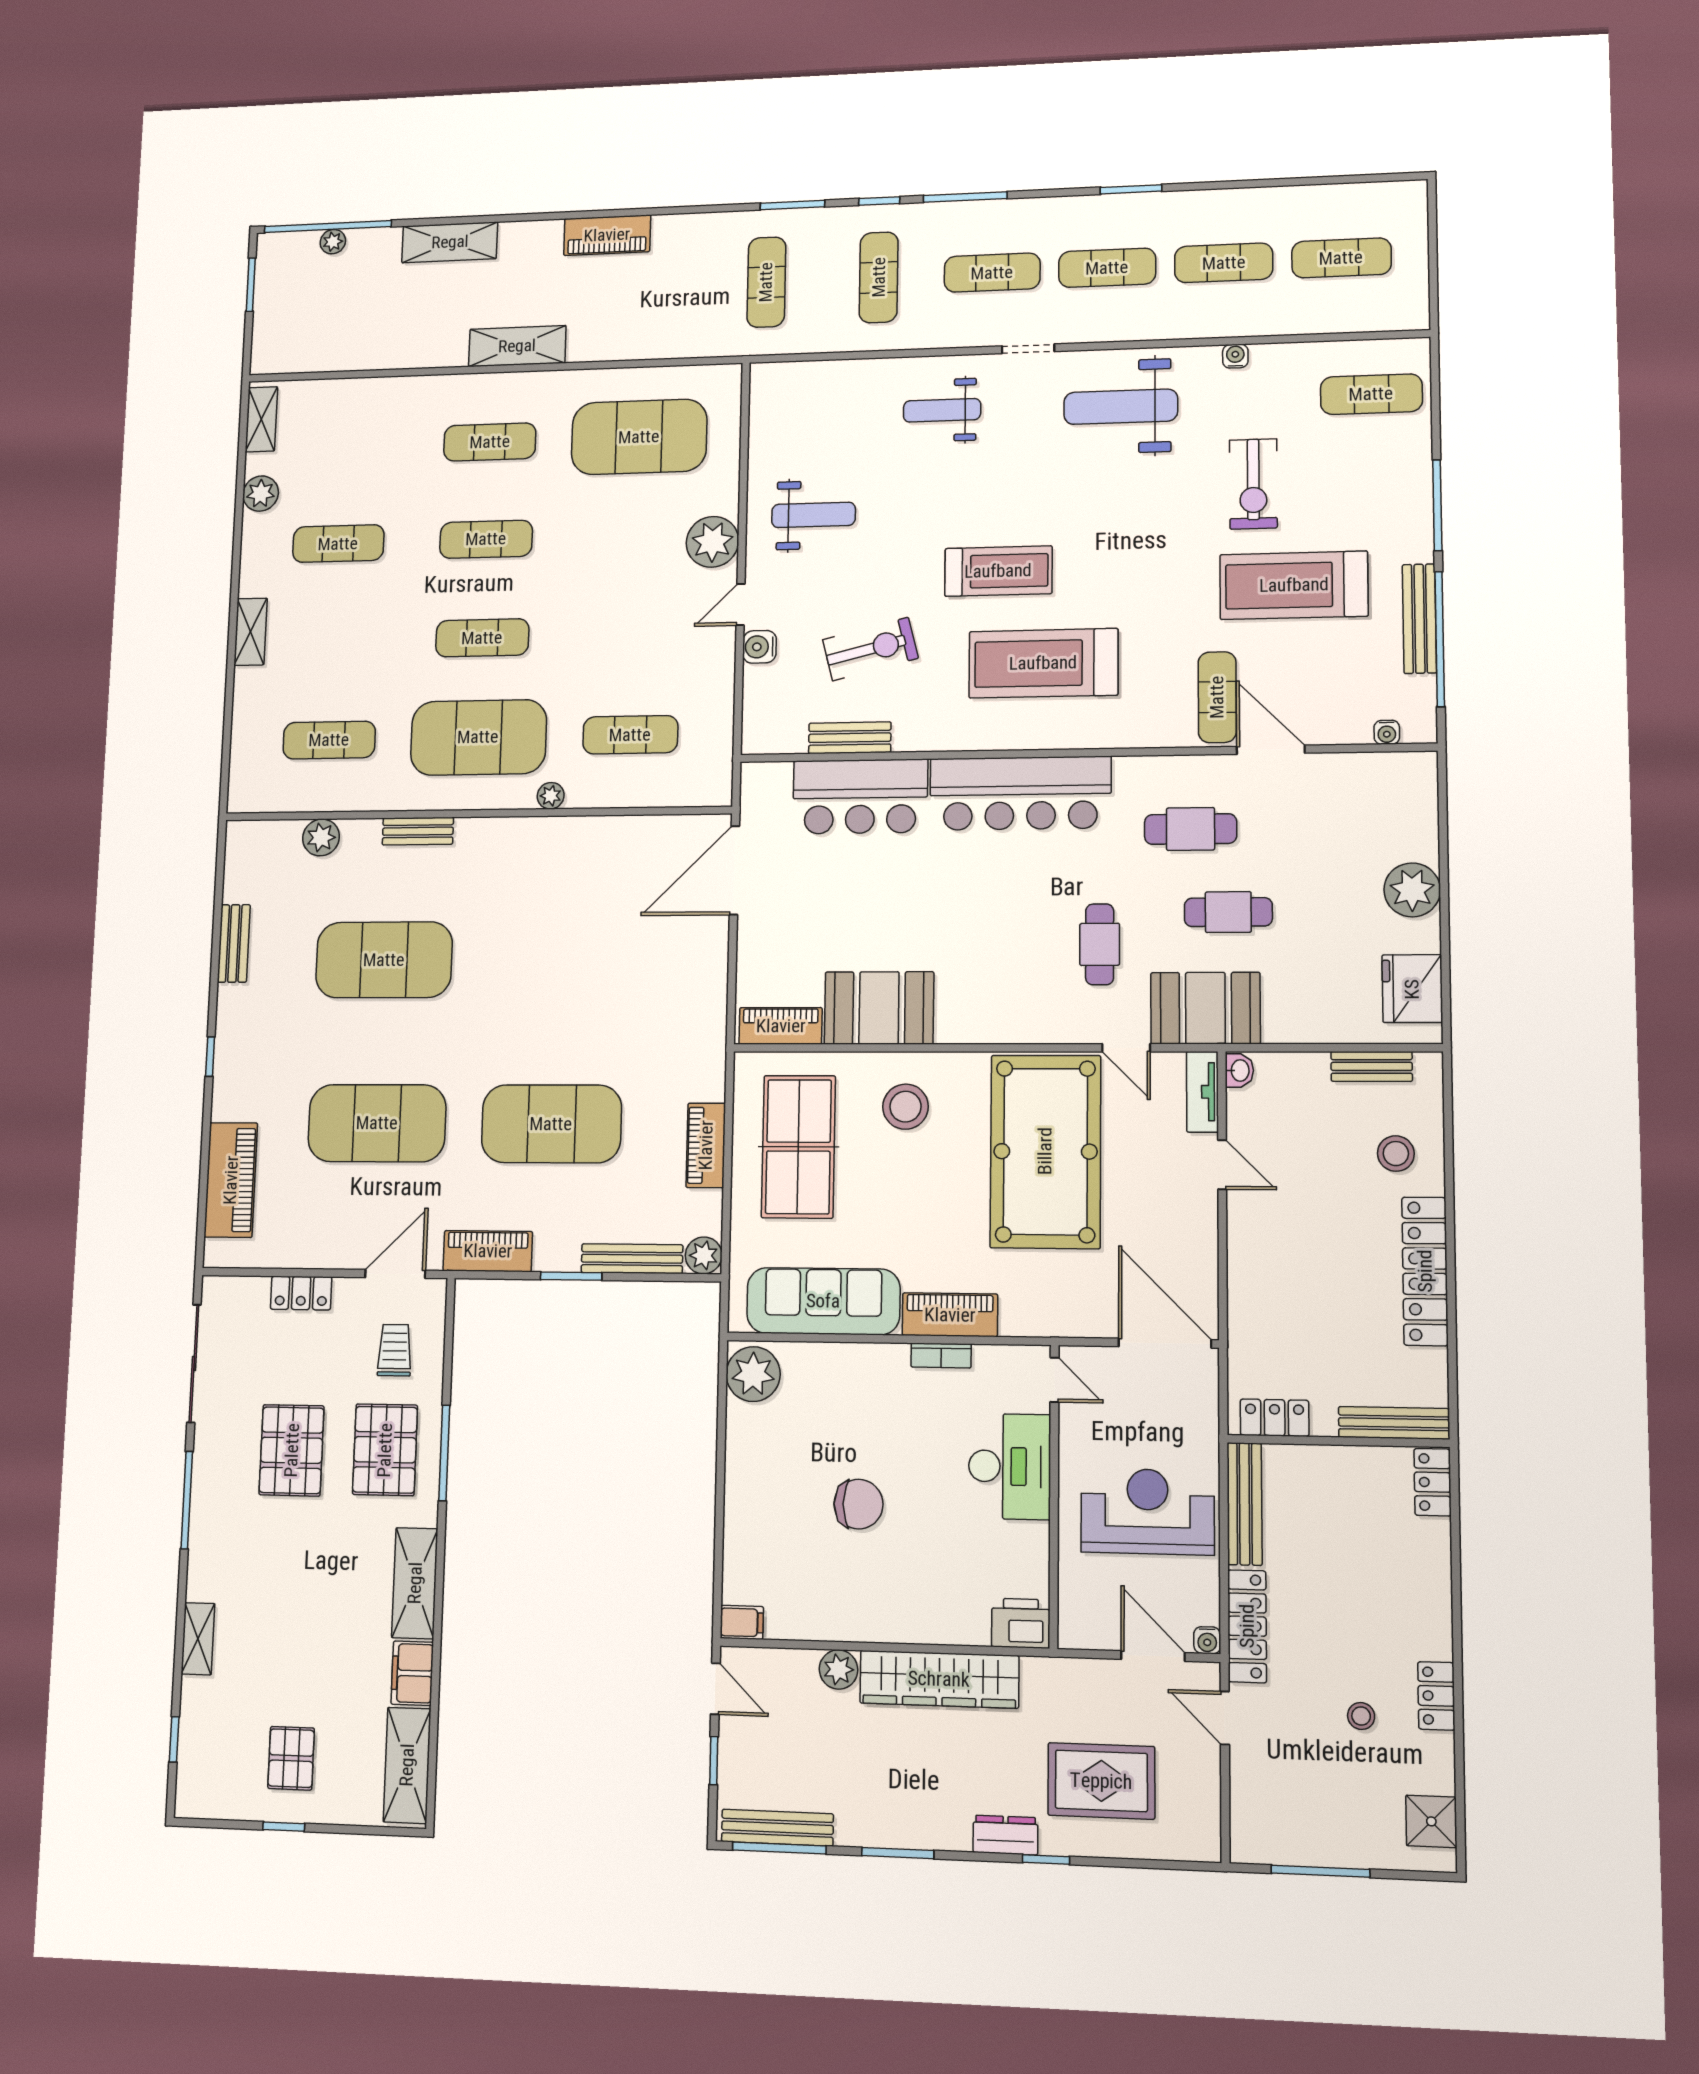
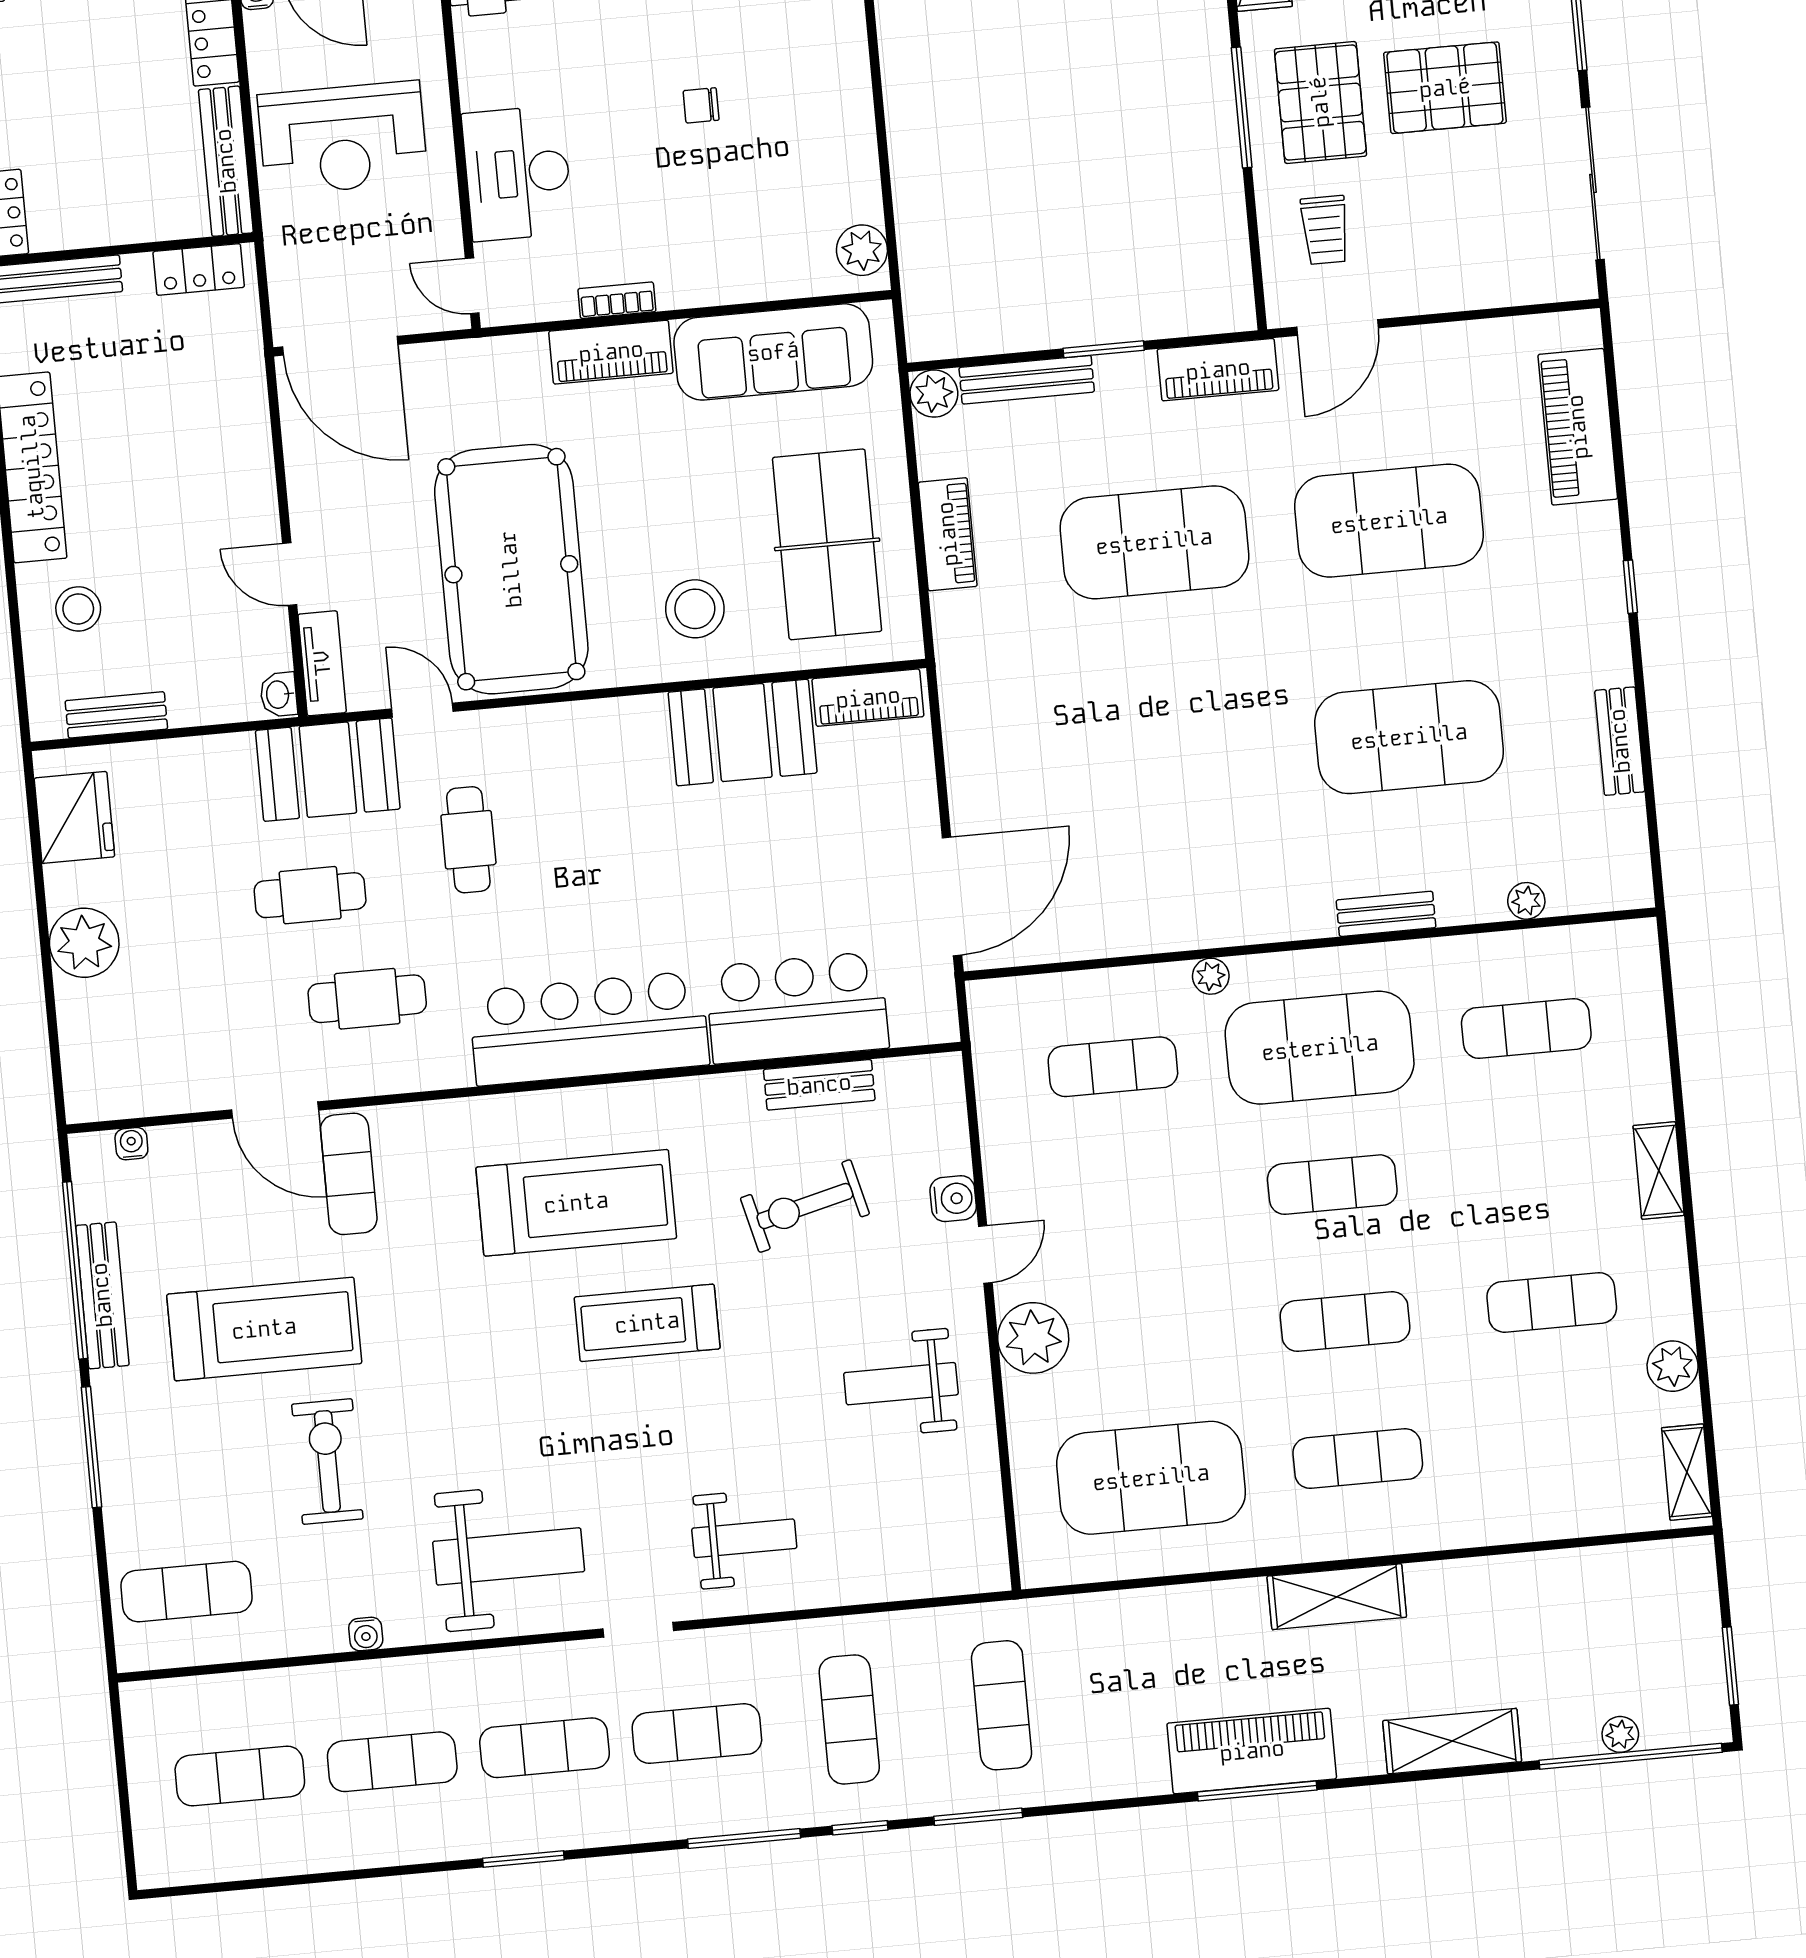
window: (591, 214) -> (1257, 1791), added
piano: (607, 235) -> (1252, 1751), width x1.37, depth x1.33
plant: (321, 837) -> (1526, 901), width x0.73, depth x0.73
locker: (301, 1293) -> (1461, 290), removed
plant: (753, 1374) -> (862, 250), width x0.73, depth x0.73
pallet: (292, 1450) -> (1445, 88), turned 90
chair: (859, 1504) -> (701, 105), width x0.54, depth x0.54

